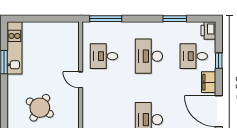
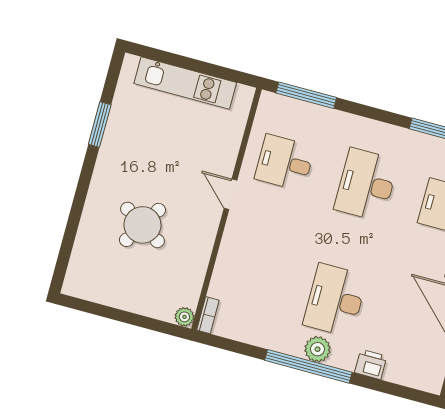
kitchen unit: (14, 48) -> (185, 83), moved, turned 90

